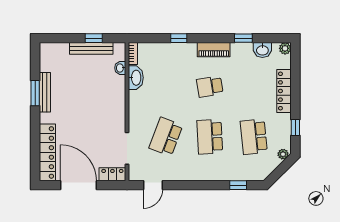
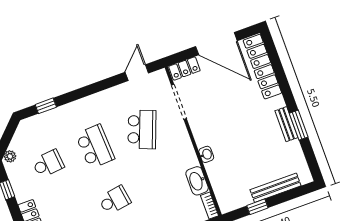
bench: (91, 48) -> (275, 188), moved
washbasin: (120, 68) -> (206, 154), moved
bench: (45, 92) -> (286, 124), width x0.73
school desk: (254, 137) -> (48, 164), width x0.54

